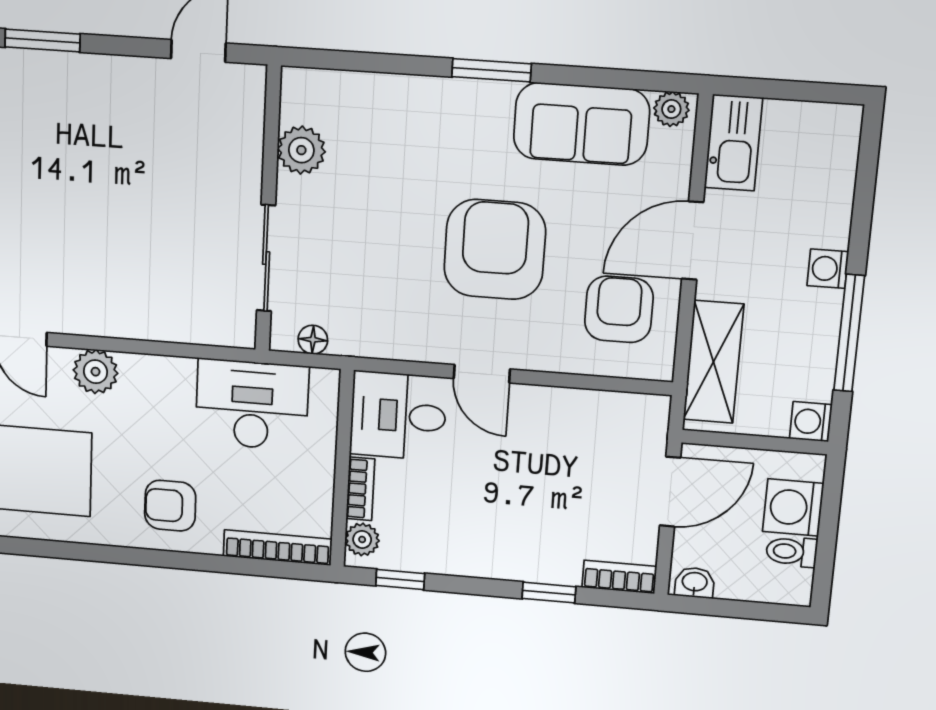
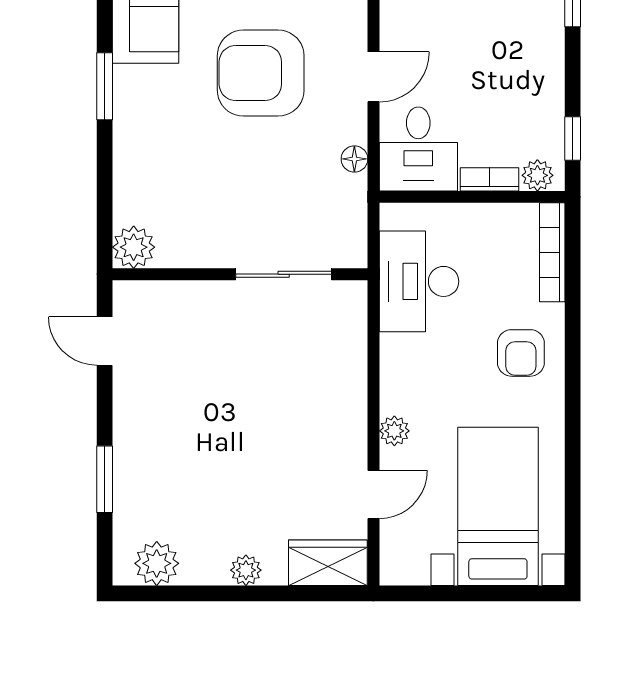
plant: (301, 150) -> (134, 247), moved
floor lamp: (313, 340) -> (354, 159), moved
plant: (95, 372) -> (394, 431), width x0.73, depth x0.73

